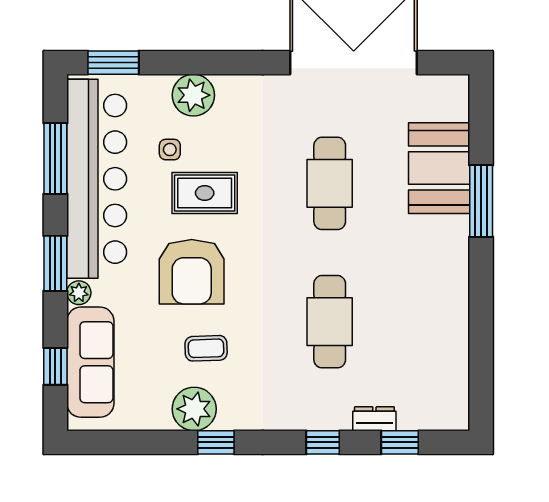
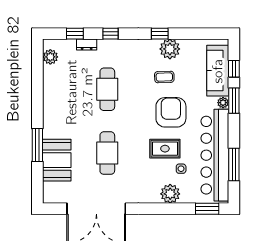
window: (55, 263) -> (234, 101), moved
plant: (453, 392) -> (50, 57), added

